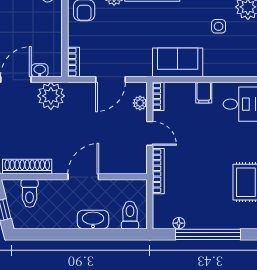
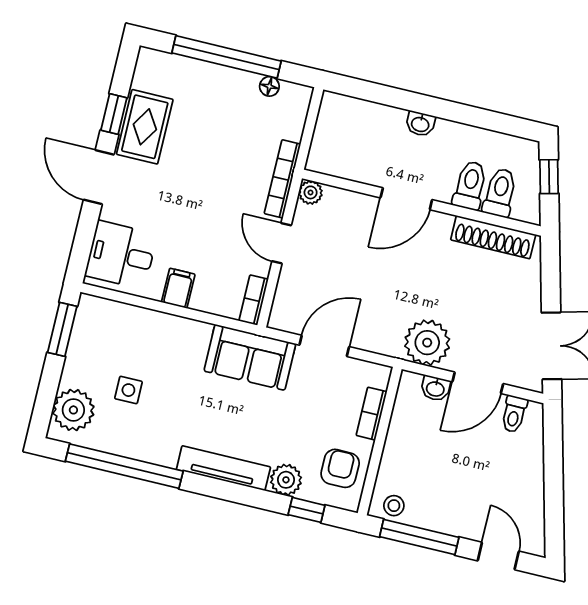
bookcase: (73, 62) -> (372, 414), moved
sofa: (178, 62) -> (250, 357), moved
plant: (140, 103) -> (311, 192), moved
toilet: (130, 215) -> (470, 185), moved, turned 180
washbasin: (93, 220) -> (420, 124), width x0.52, depth x0.69

